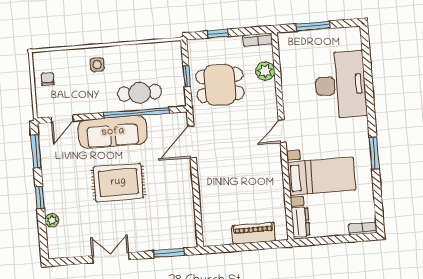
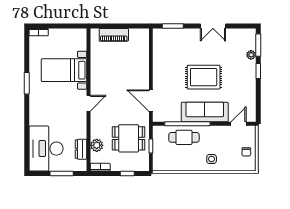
desk: (340, 85) -> (46, 149), moved
door: (192, 142) -> (151, 101), swing flipped
window: (36, 151) -> (258, 45), moved
dresser: (300, 222) -> (81, 149), moved

